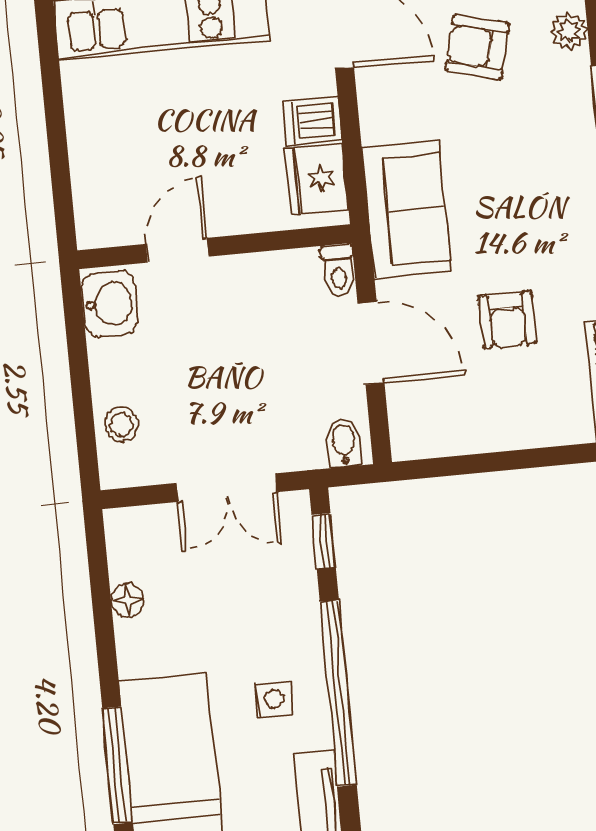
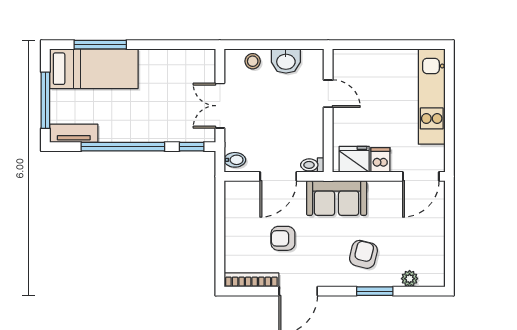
armchair: (477, 47) -> (363, 254), moved
washbasin: (110, 304) -> (286, 61), moved
floor lamp: (128, 600) -> (174, 56), removed
side table: (274, 699) -> (123, 118), removed

